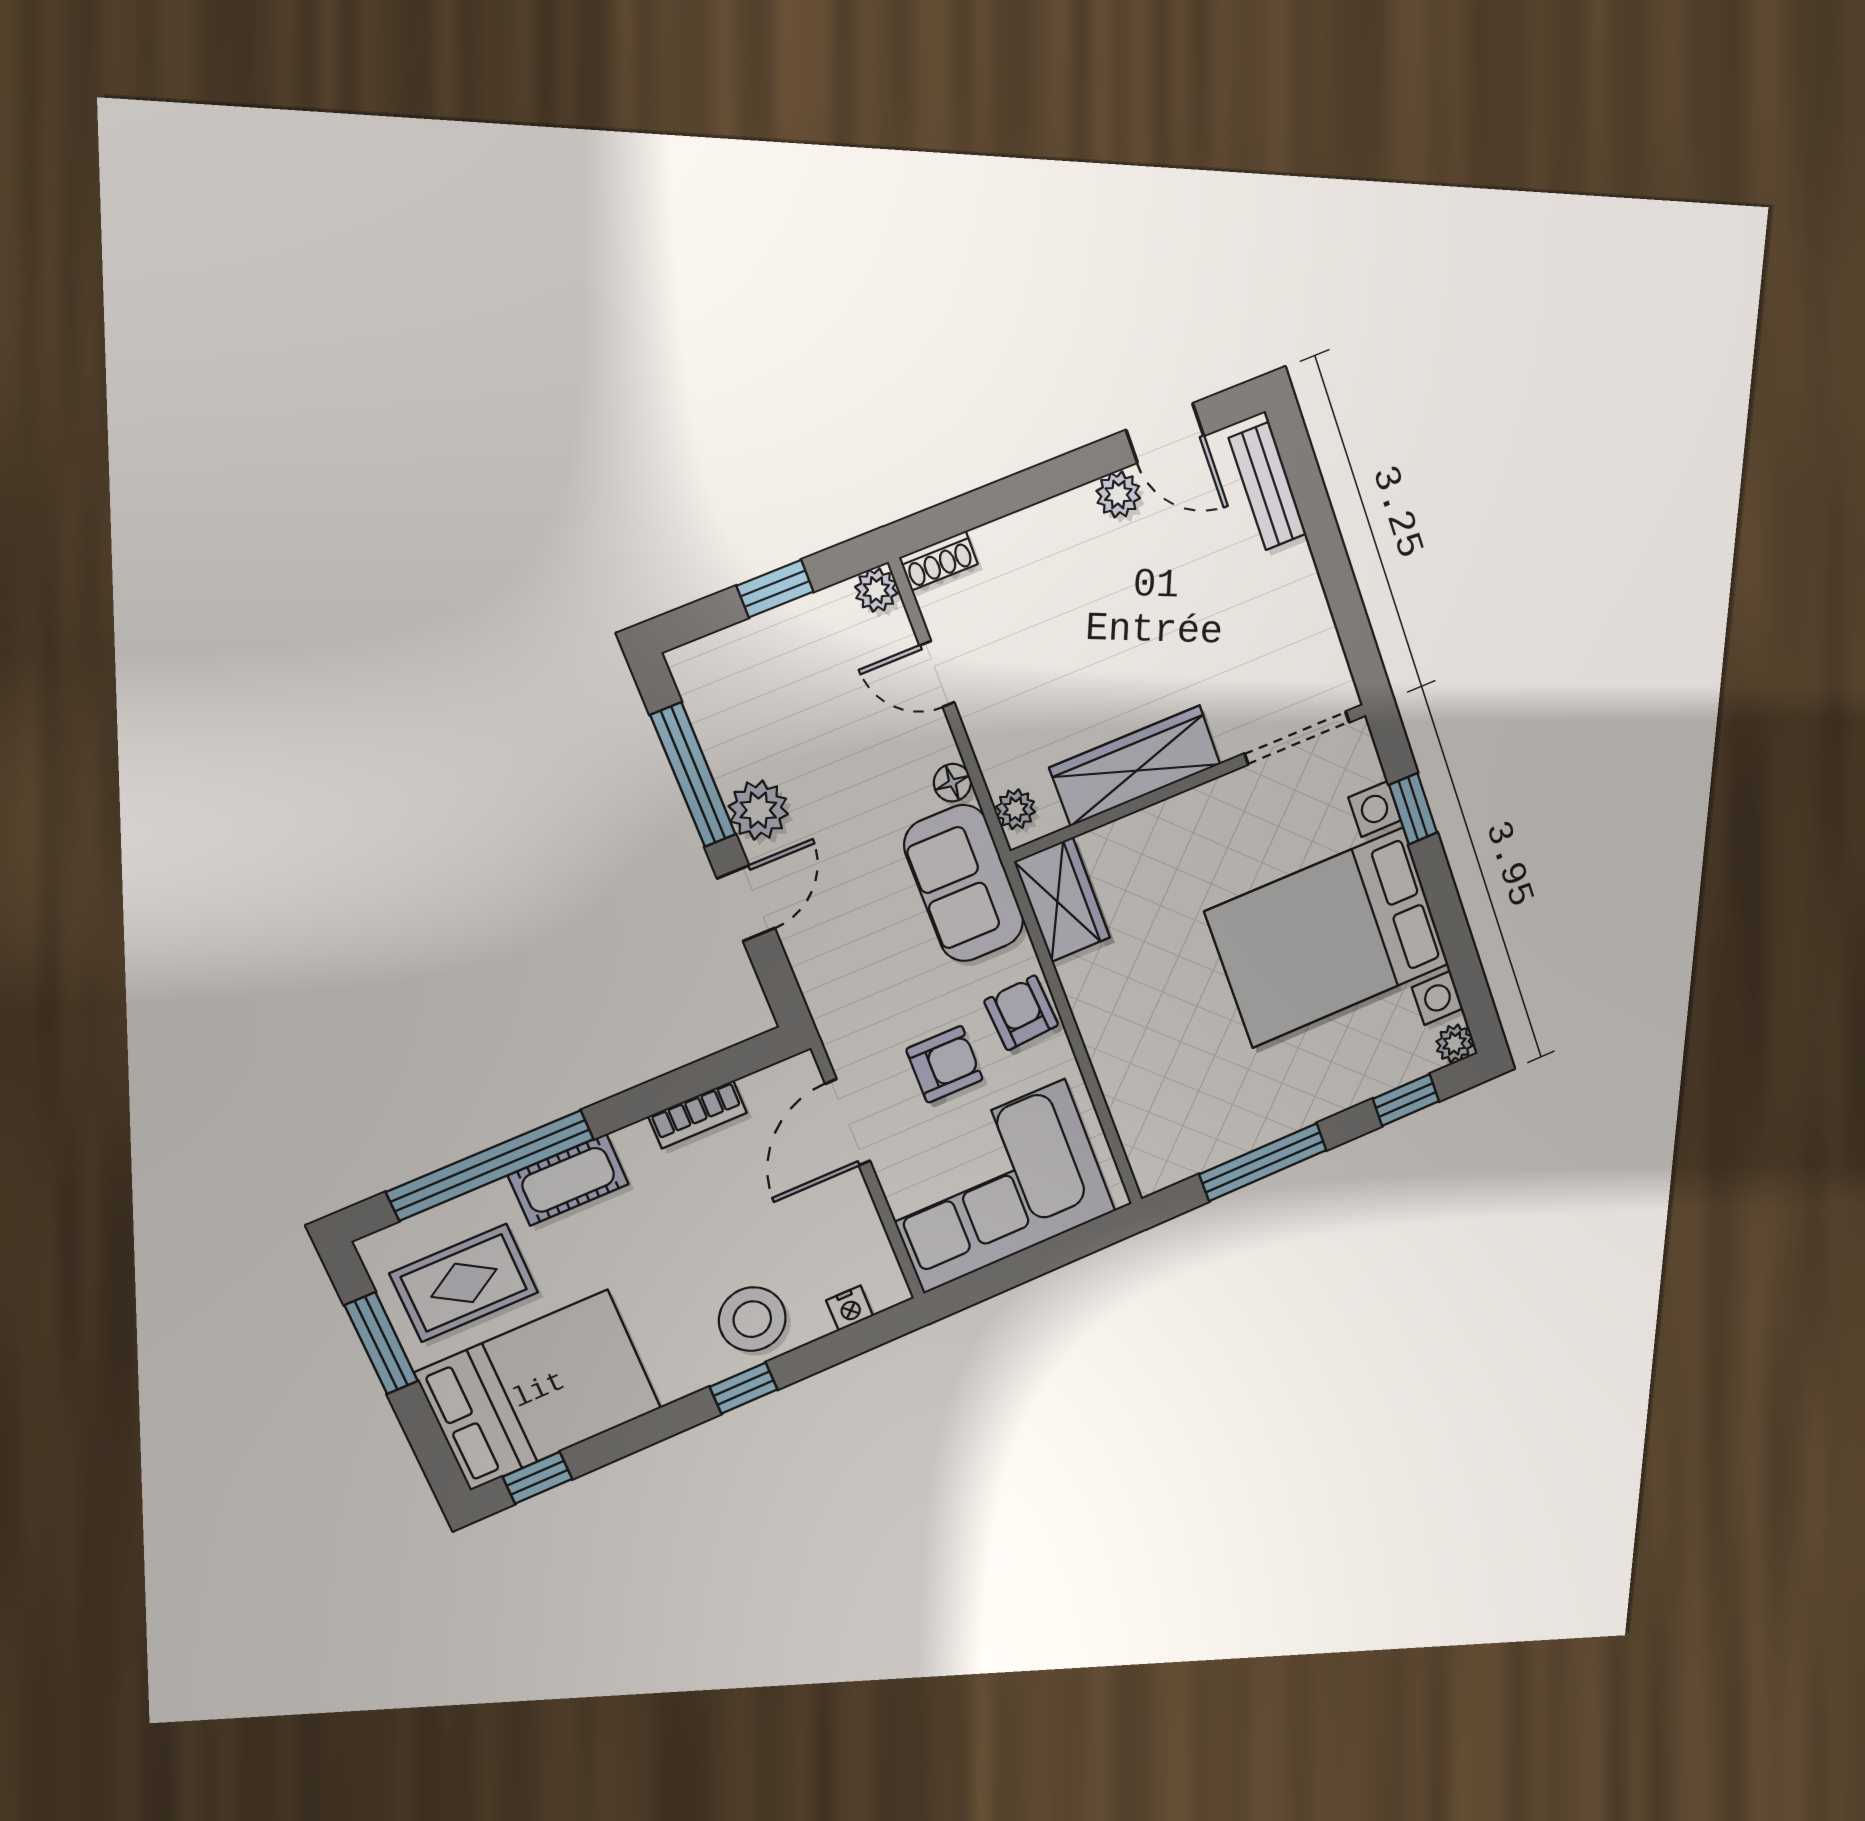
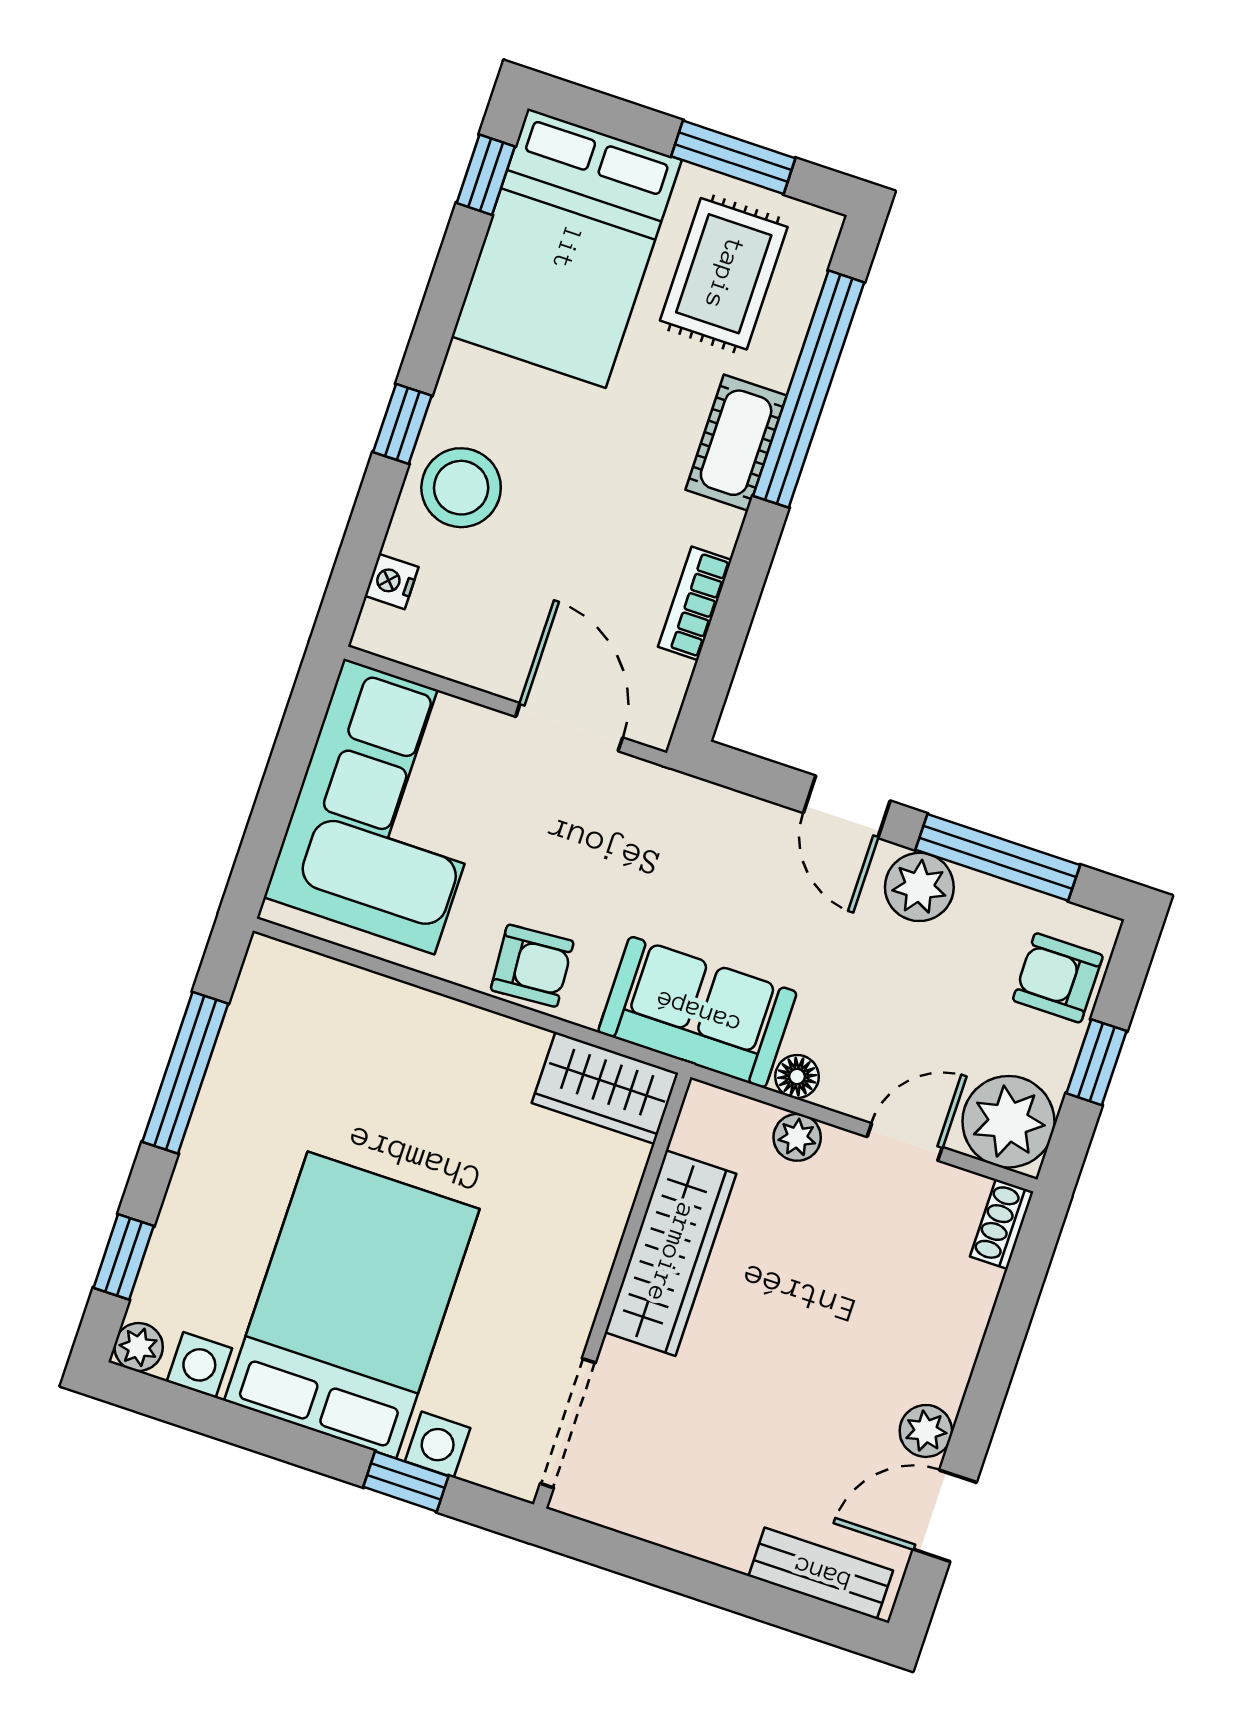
plant: (876, 590) -> (1008, 1122), width x1.88, depth x1.88
plant: (1015, 809) -> (797, 1137), moved
armchair: (944, 1064) -> (1058, 978), moved, turned 90

